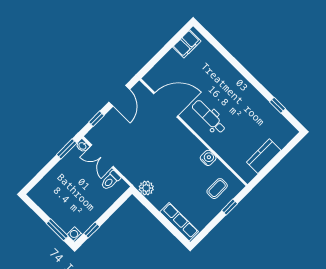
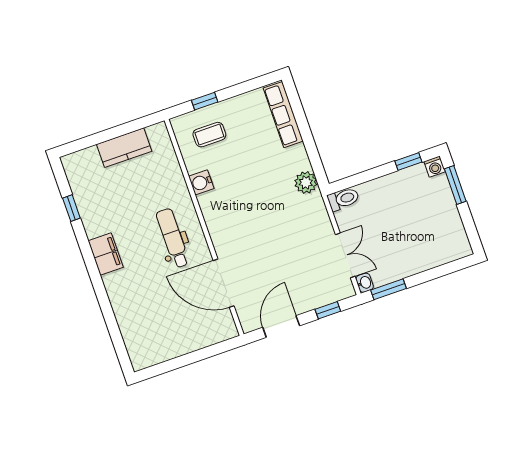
filing cabinet: (187, 44) -> (106, 254), moved, turned 90
dental chair: (209, 117) -> (173, 238), turned 180
toilet: (111, 180) -> (343, 199), moved

